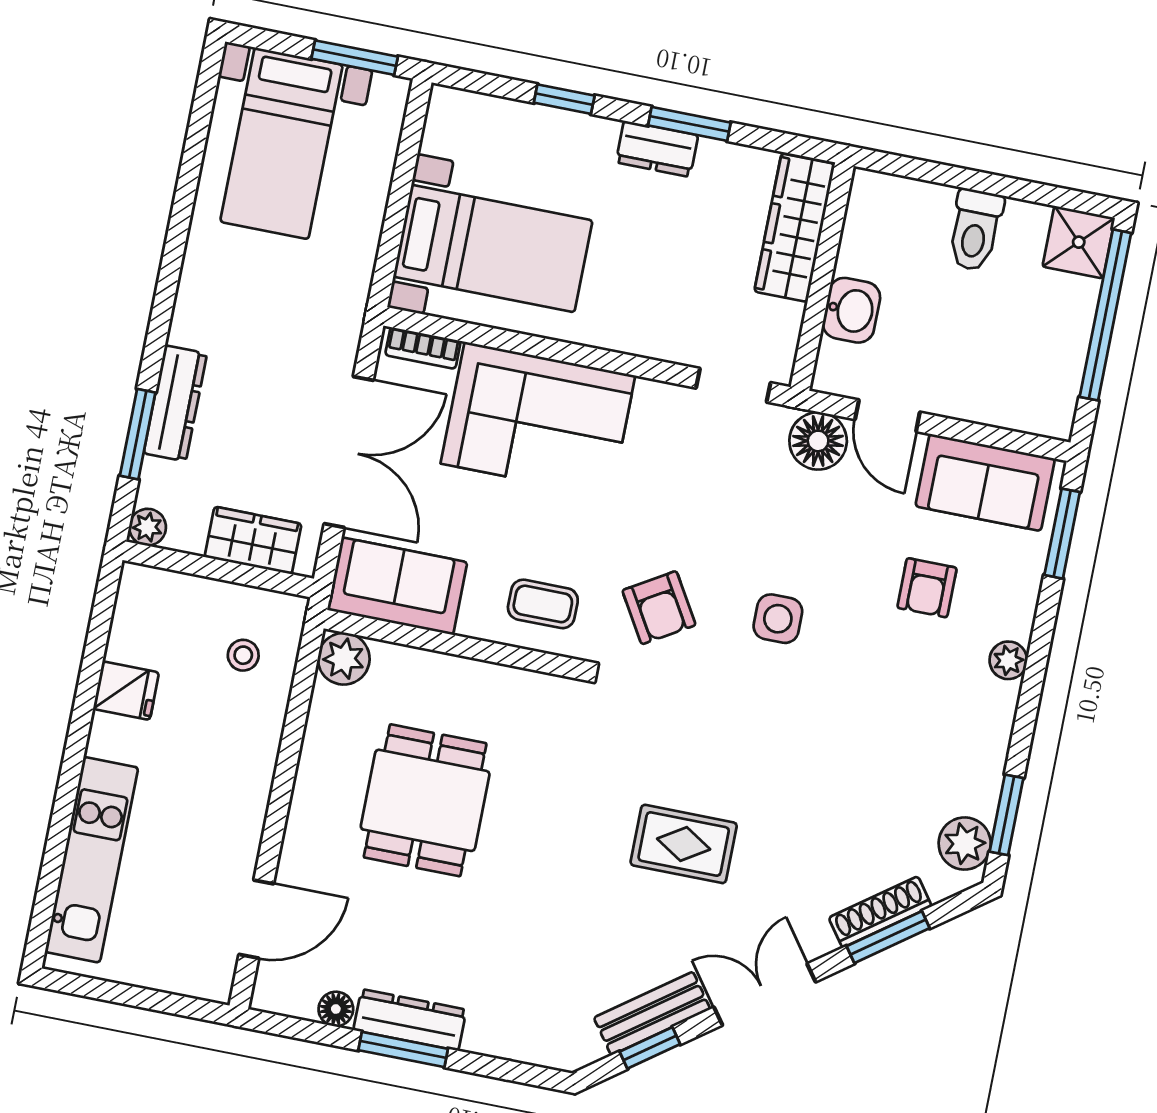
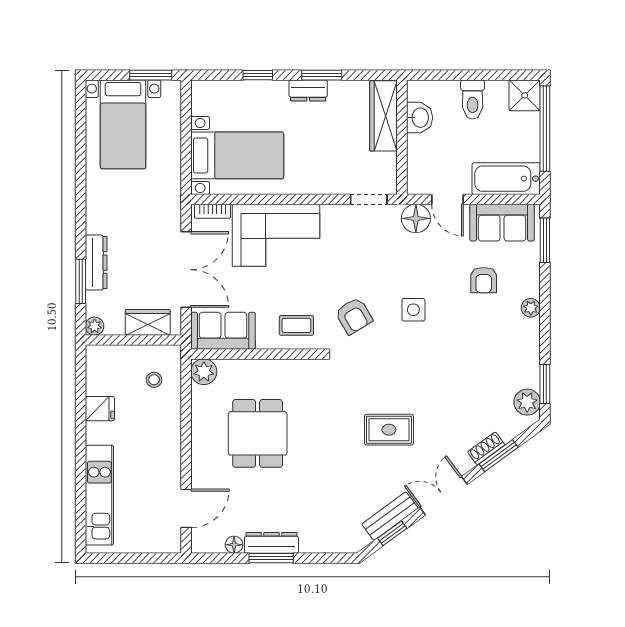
washbasin: (851, 310) -> (420, 118), moved
bathtub: (1010, 398) -> (506, 179), added
shoe rack: (880, 912) -> (486, 448), width x0.70

